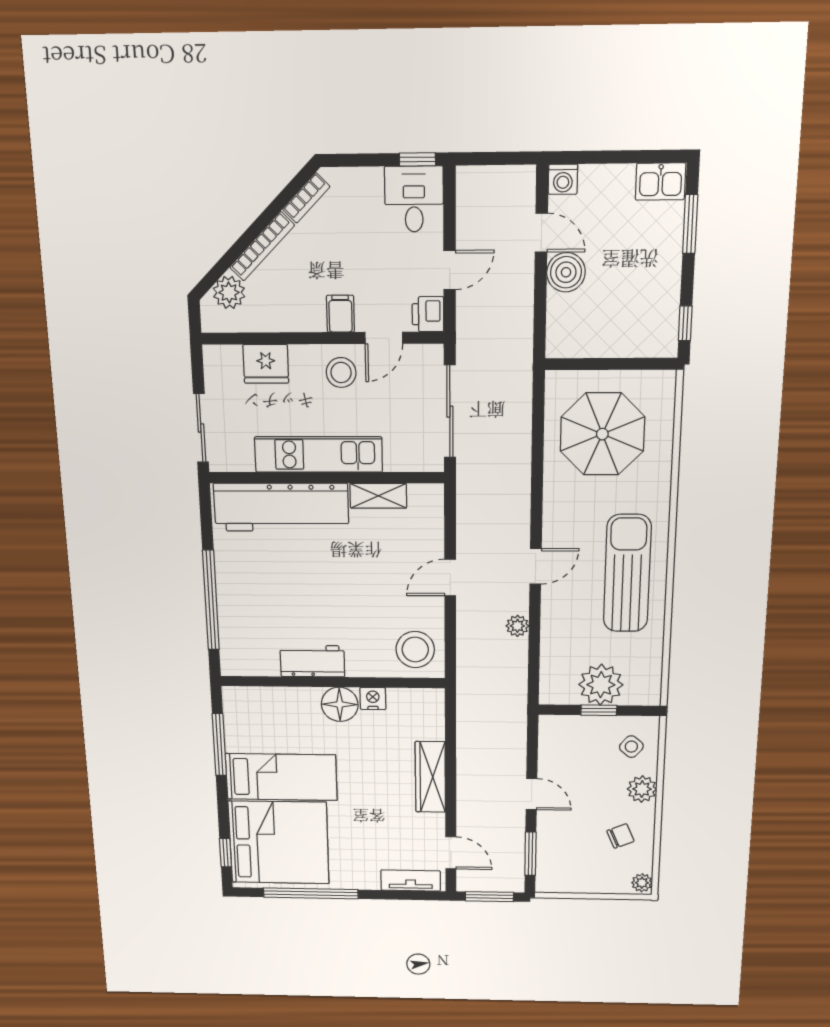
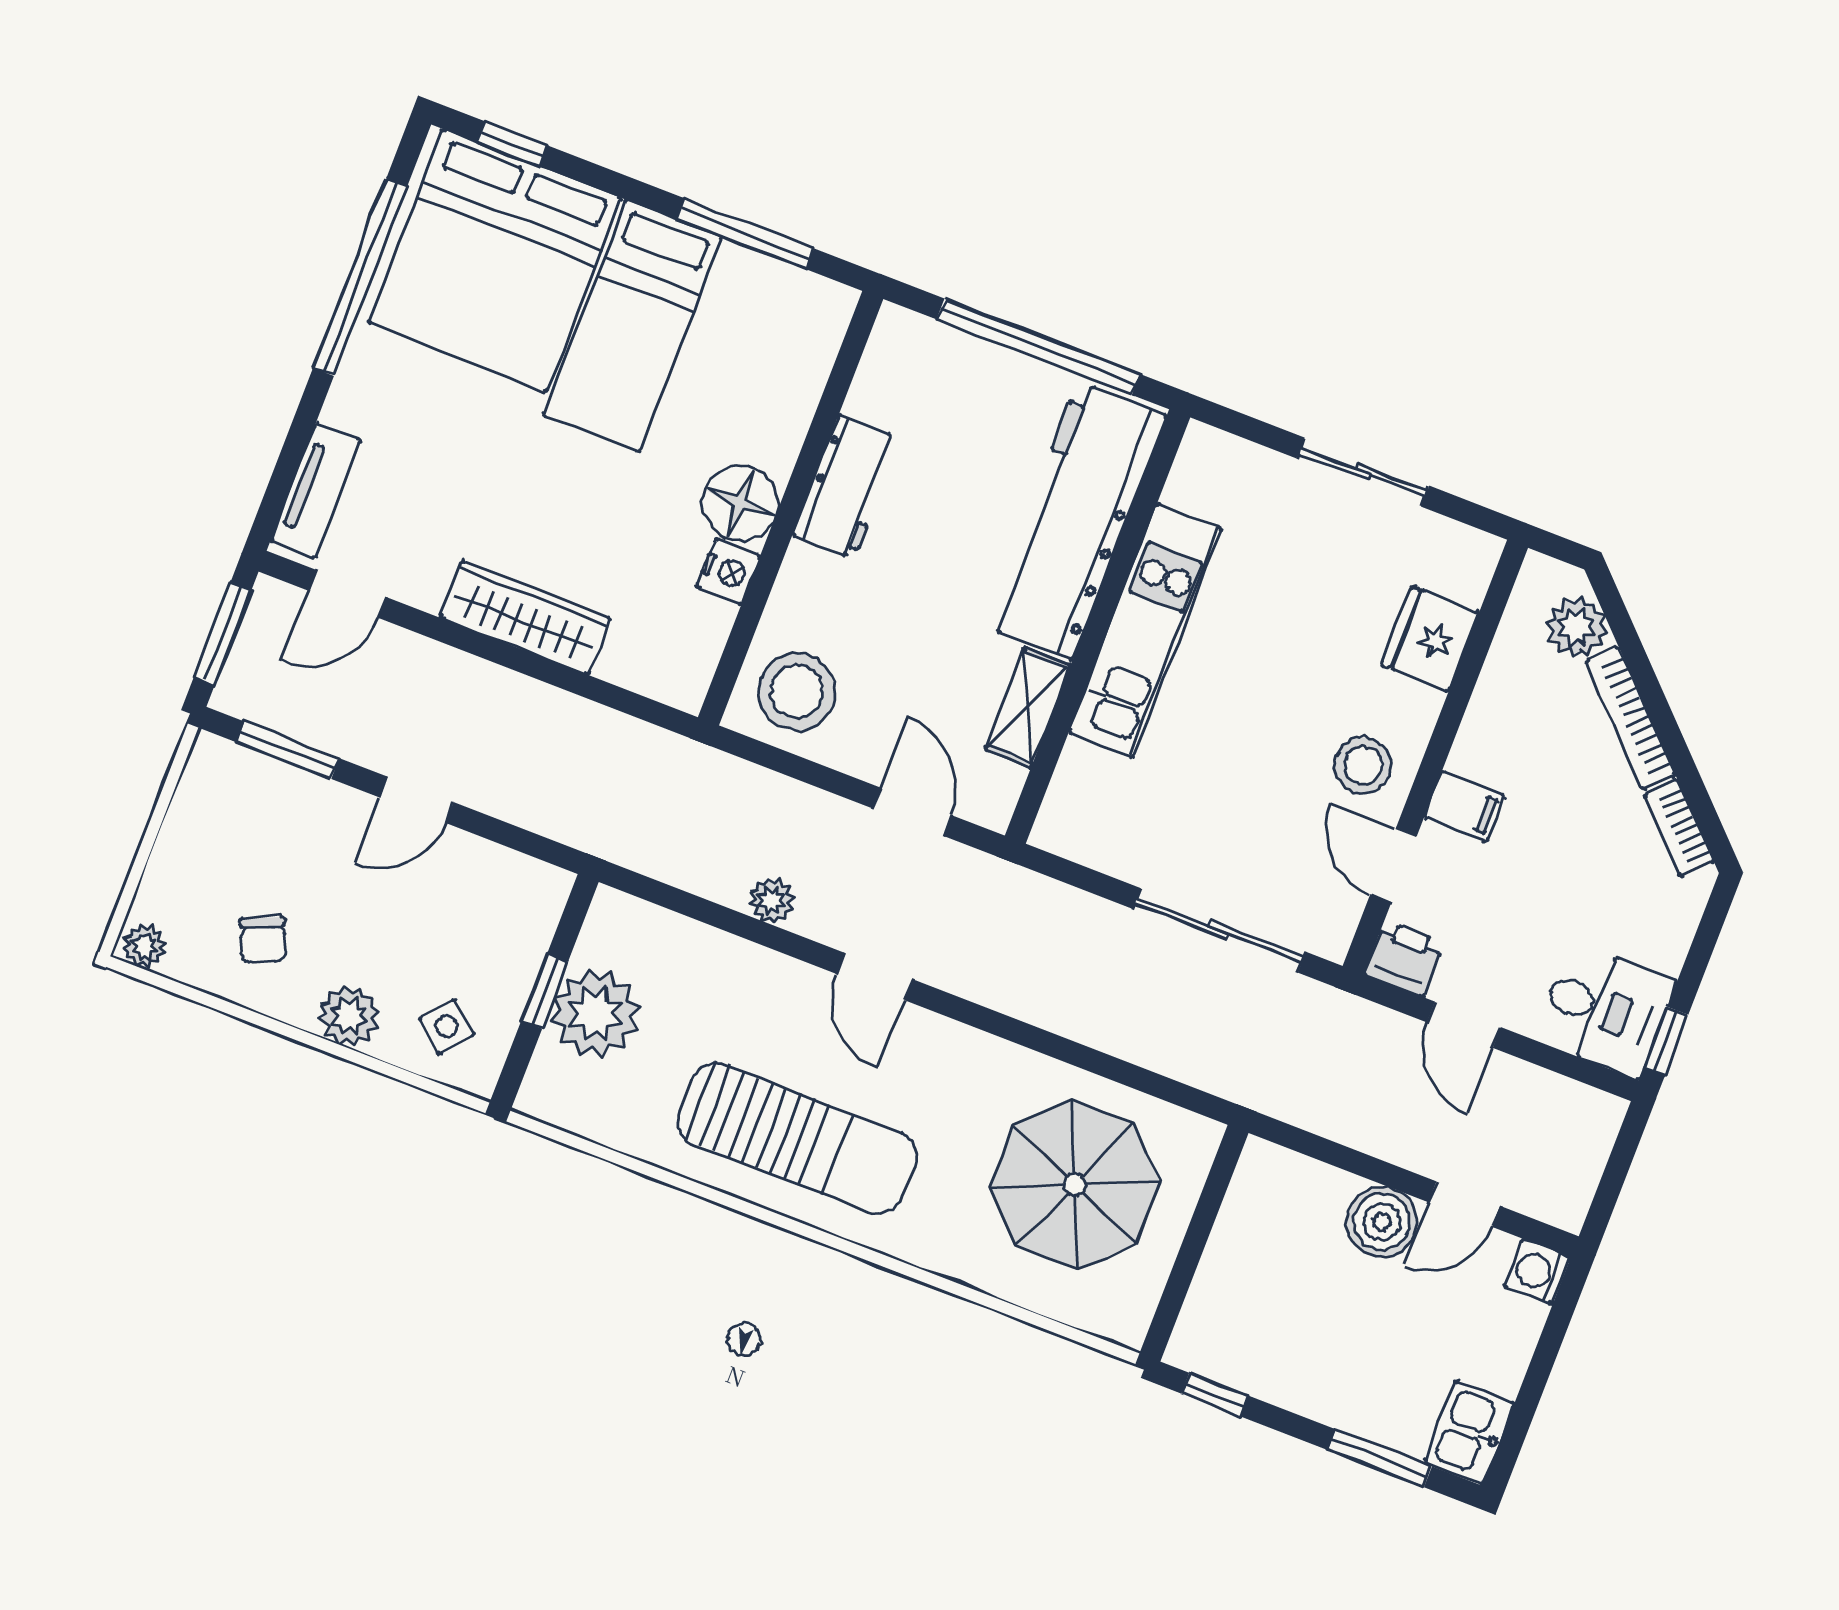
kitchen unit: (318, 454) -> (1145, 630), moved
wall: (326, 478) -> (1097, 626), moved
shelving: (378, 496) -> (1028, 707), moved
workbench: (281, 507) -> (1075, 521), moved

